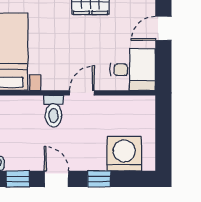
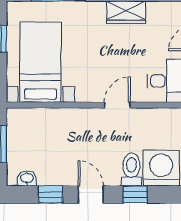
toilet: (54, 111) -> (132, 170), moved, turned 180

